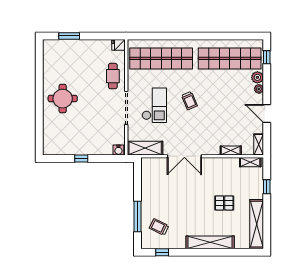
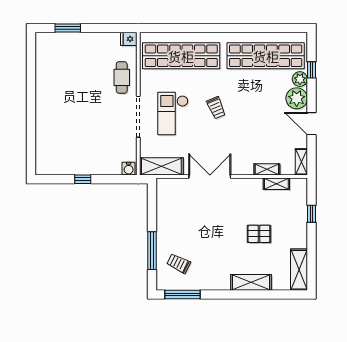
window: (267, 57) -> (311, 70), moved
plant: (259, 89) -> (297, 98), width x1.88, depth x1.88
round table: (63, 99) -> (60, 105), removed
checkout: (154, 105) -> (173, 113), turned 180
double door: (184, 156) -> (210, 176), swing flipped
shelving: (250, 162) -> (276, 184), moved
shelving: (257, 224) -> (299, 270), width x0.68
shelving: (210, 242) -> (251, 282), width x0.68
window: (162, 252) -> (182, 295), width x2.17

